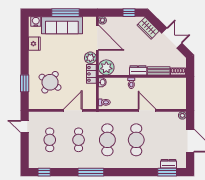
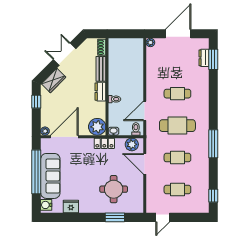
window: (66, 13) -> (36, 172), width x1.46
plant: (90, 58) -> (132, 144), moved
round table: (50, 82) -> (114, 189), turned -33
door: (147, 110) -> (145, 111), moved
cafe table: (136, 140) -> (177, 94), width x0.73, depth x0.74

